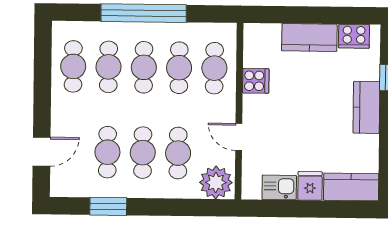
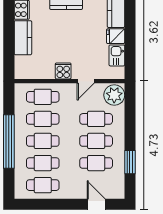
cooker: (256, 81) -> (63, 71), moved

